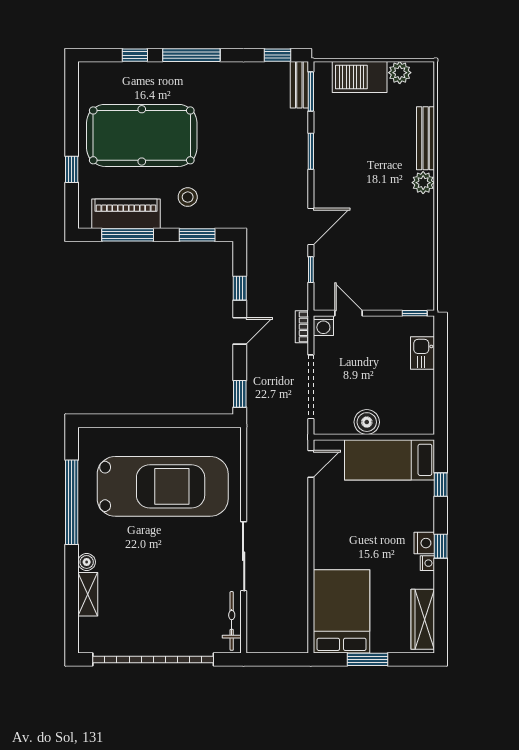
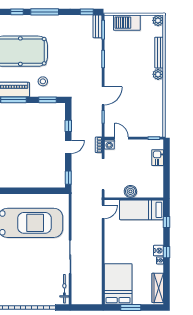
plant: (400, 73) -> (158, 20), moved

